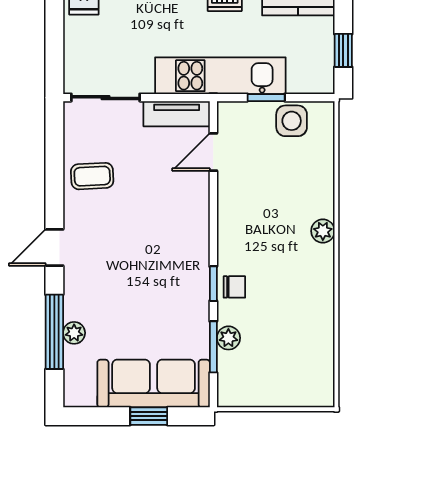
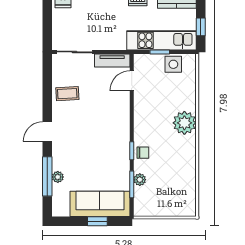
kitchen unit: (220, 76) -> (161, 40), moved
plant: (323, 231) -> (184, 123), width x1.88, depth x1.88

